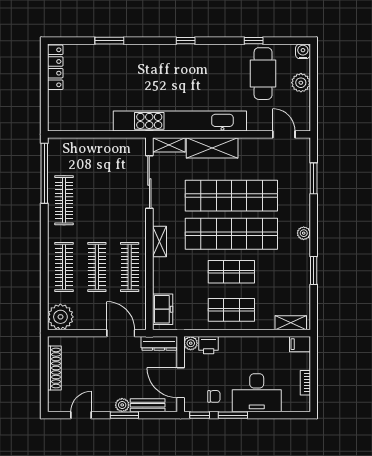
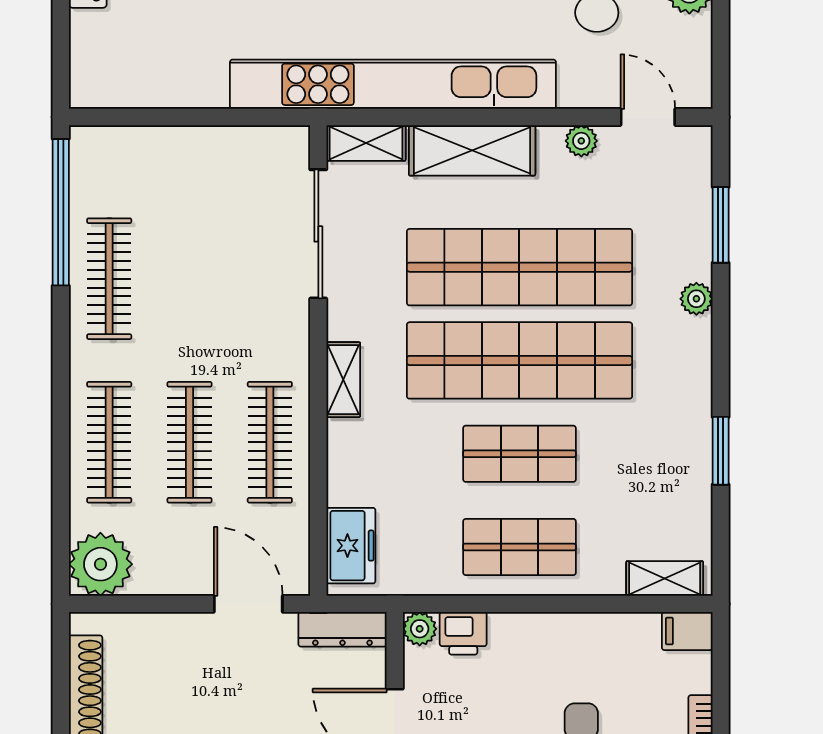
plant: (257, 144) -> (581, 141), added
plant: (304, 233) -> (696, 299), moved

